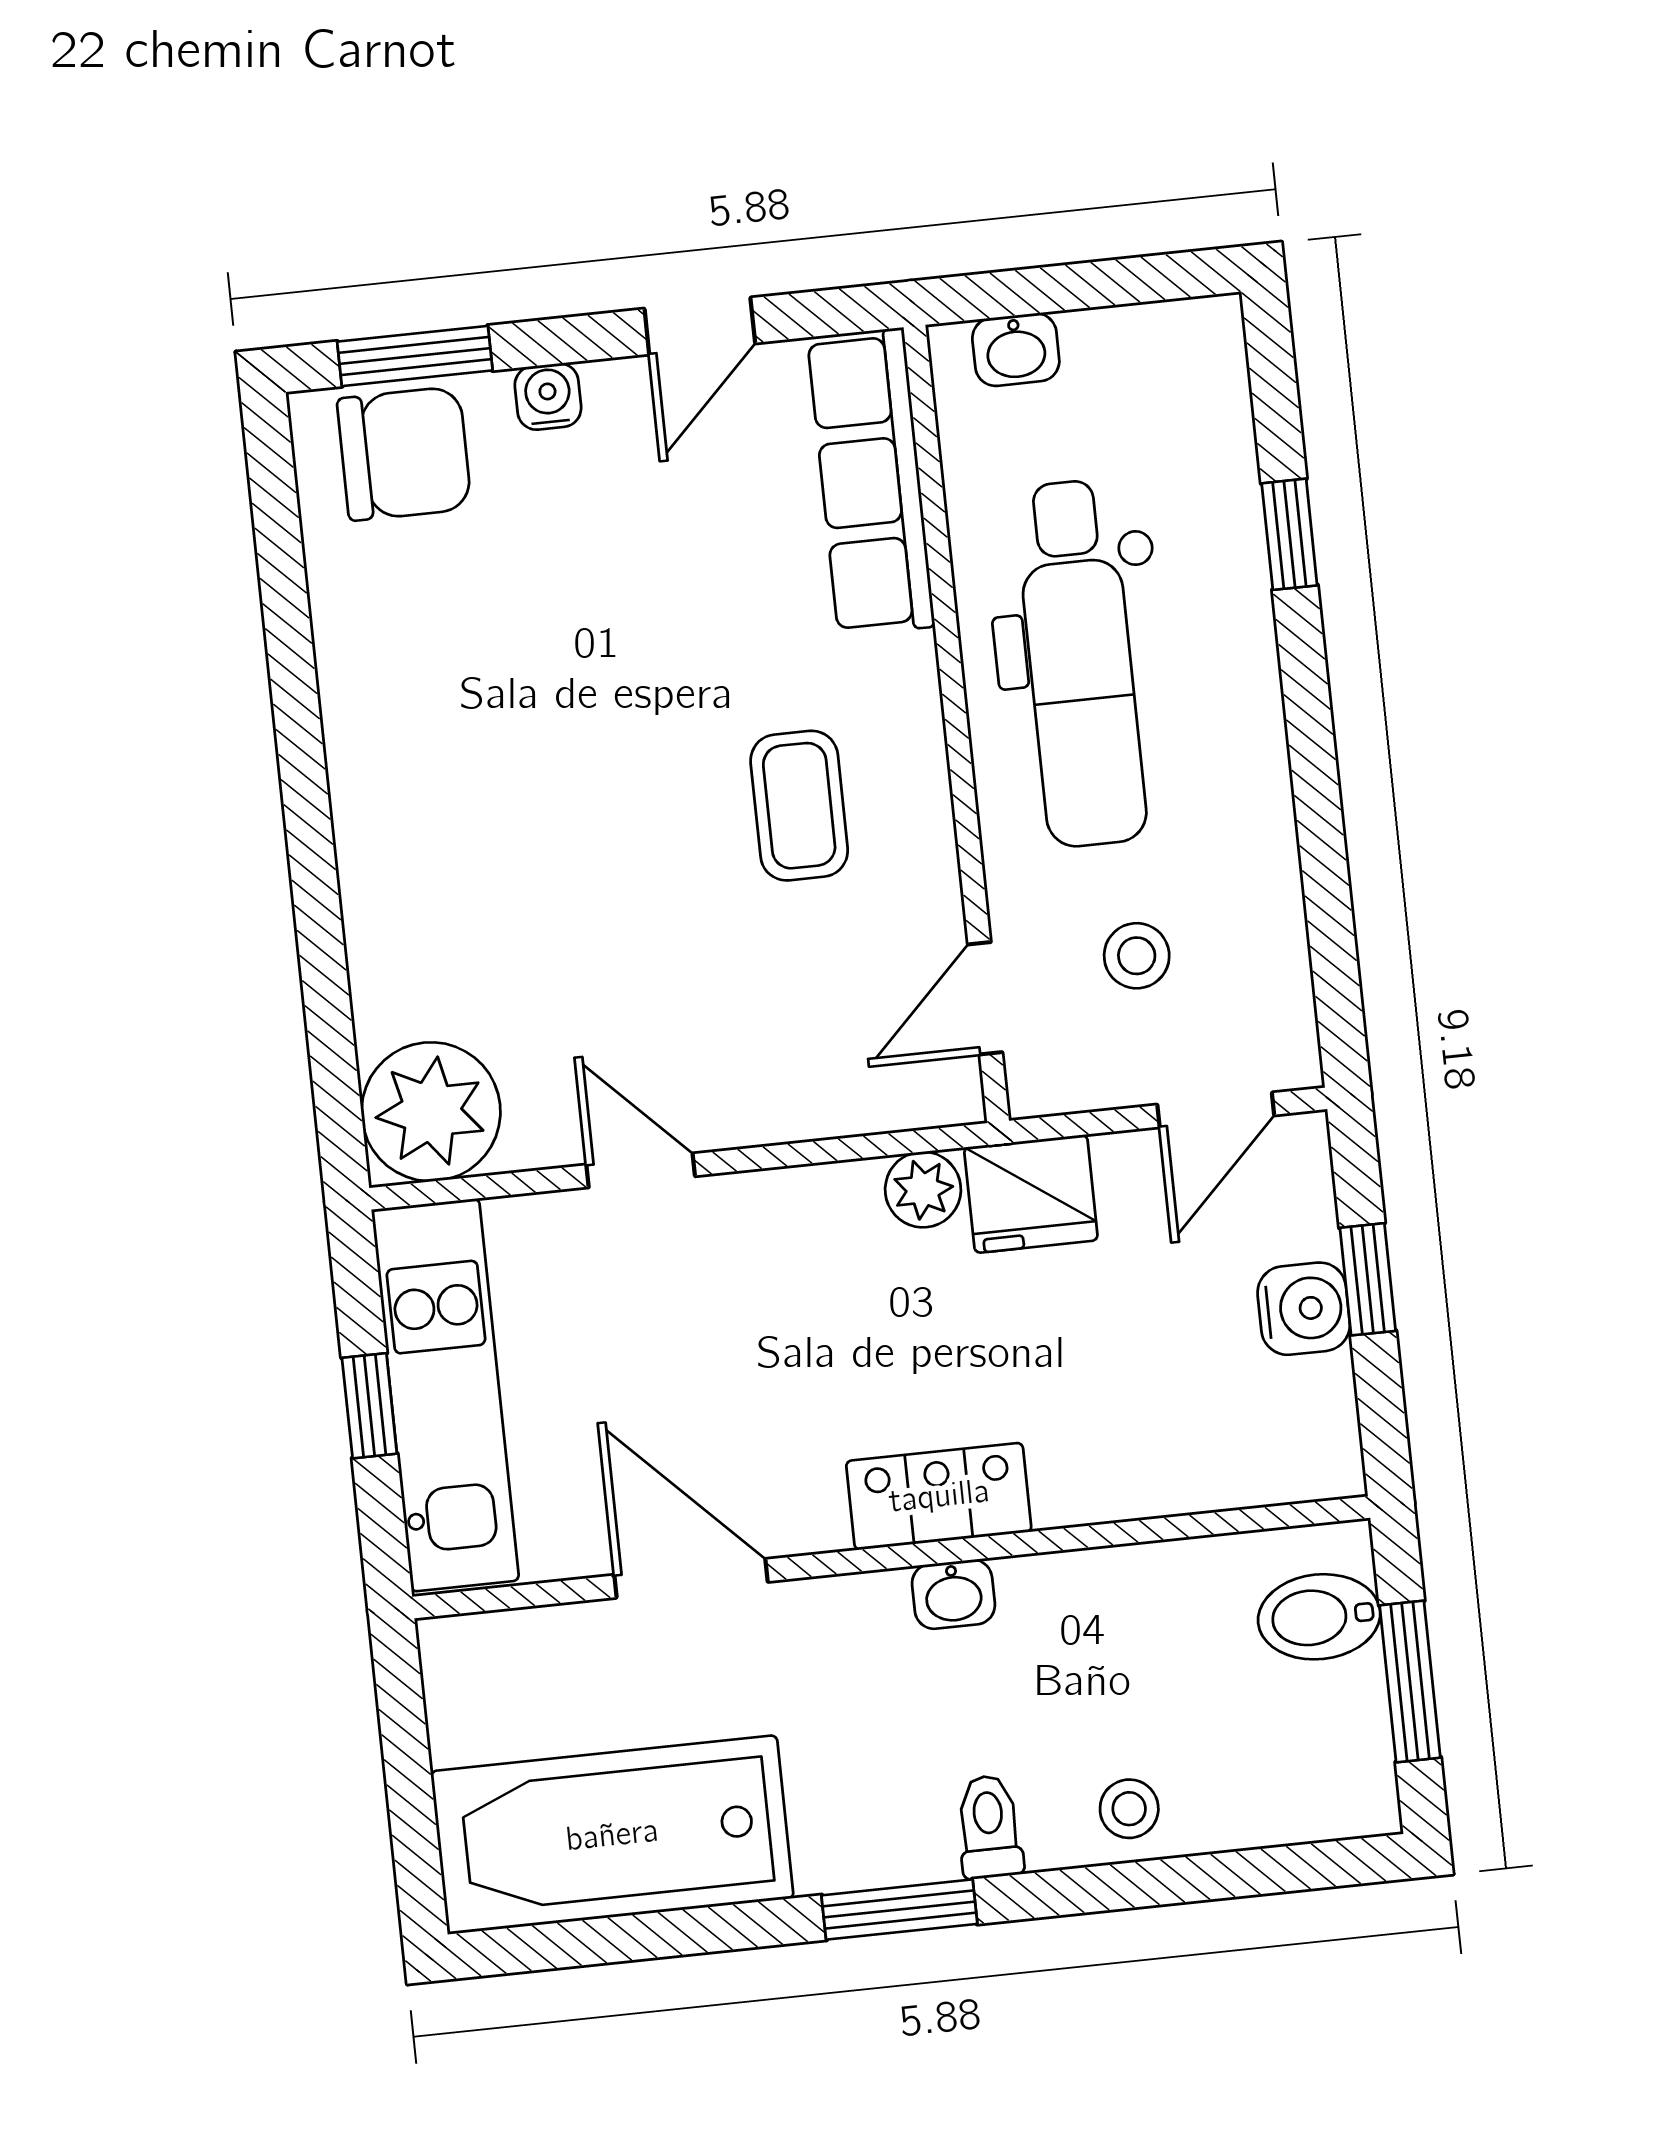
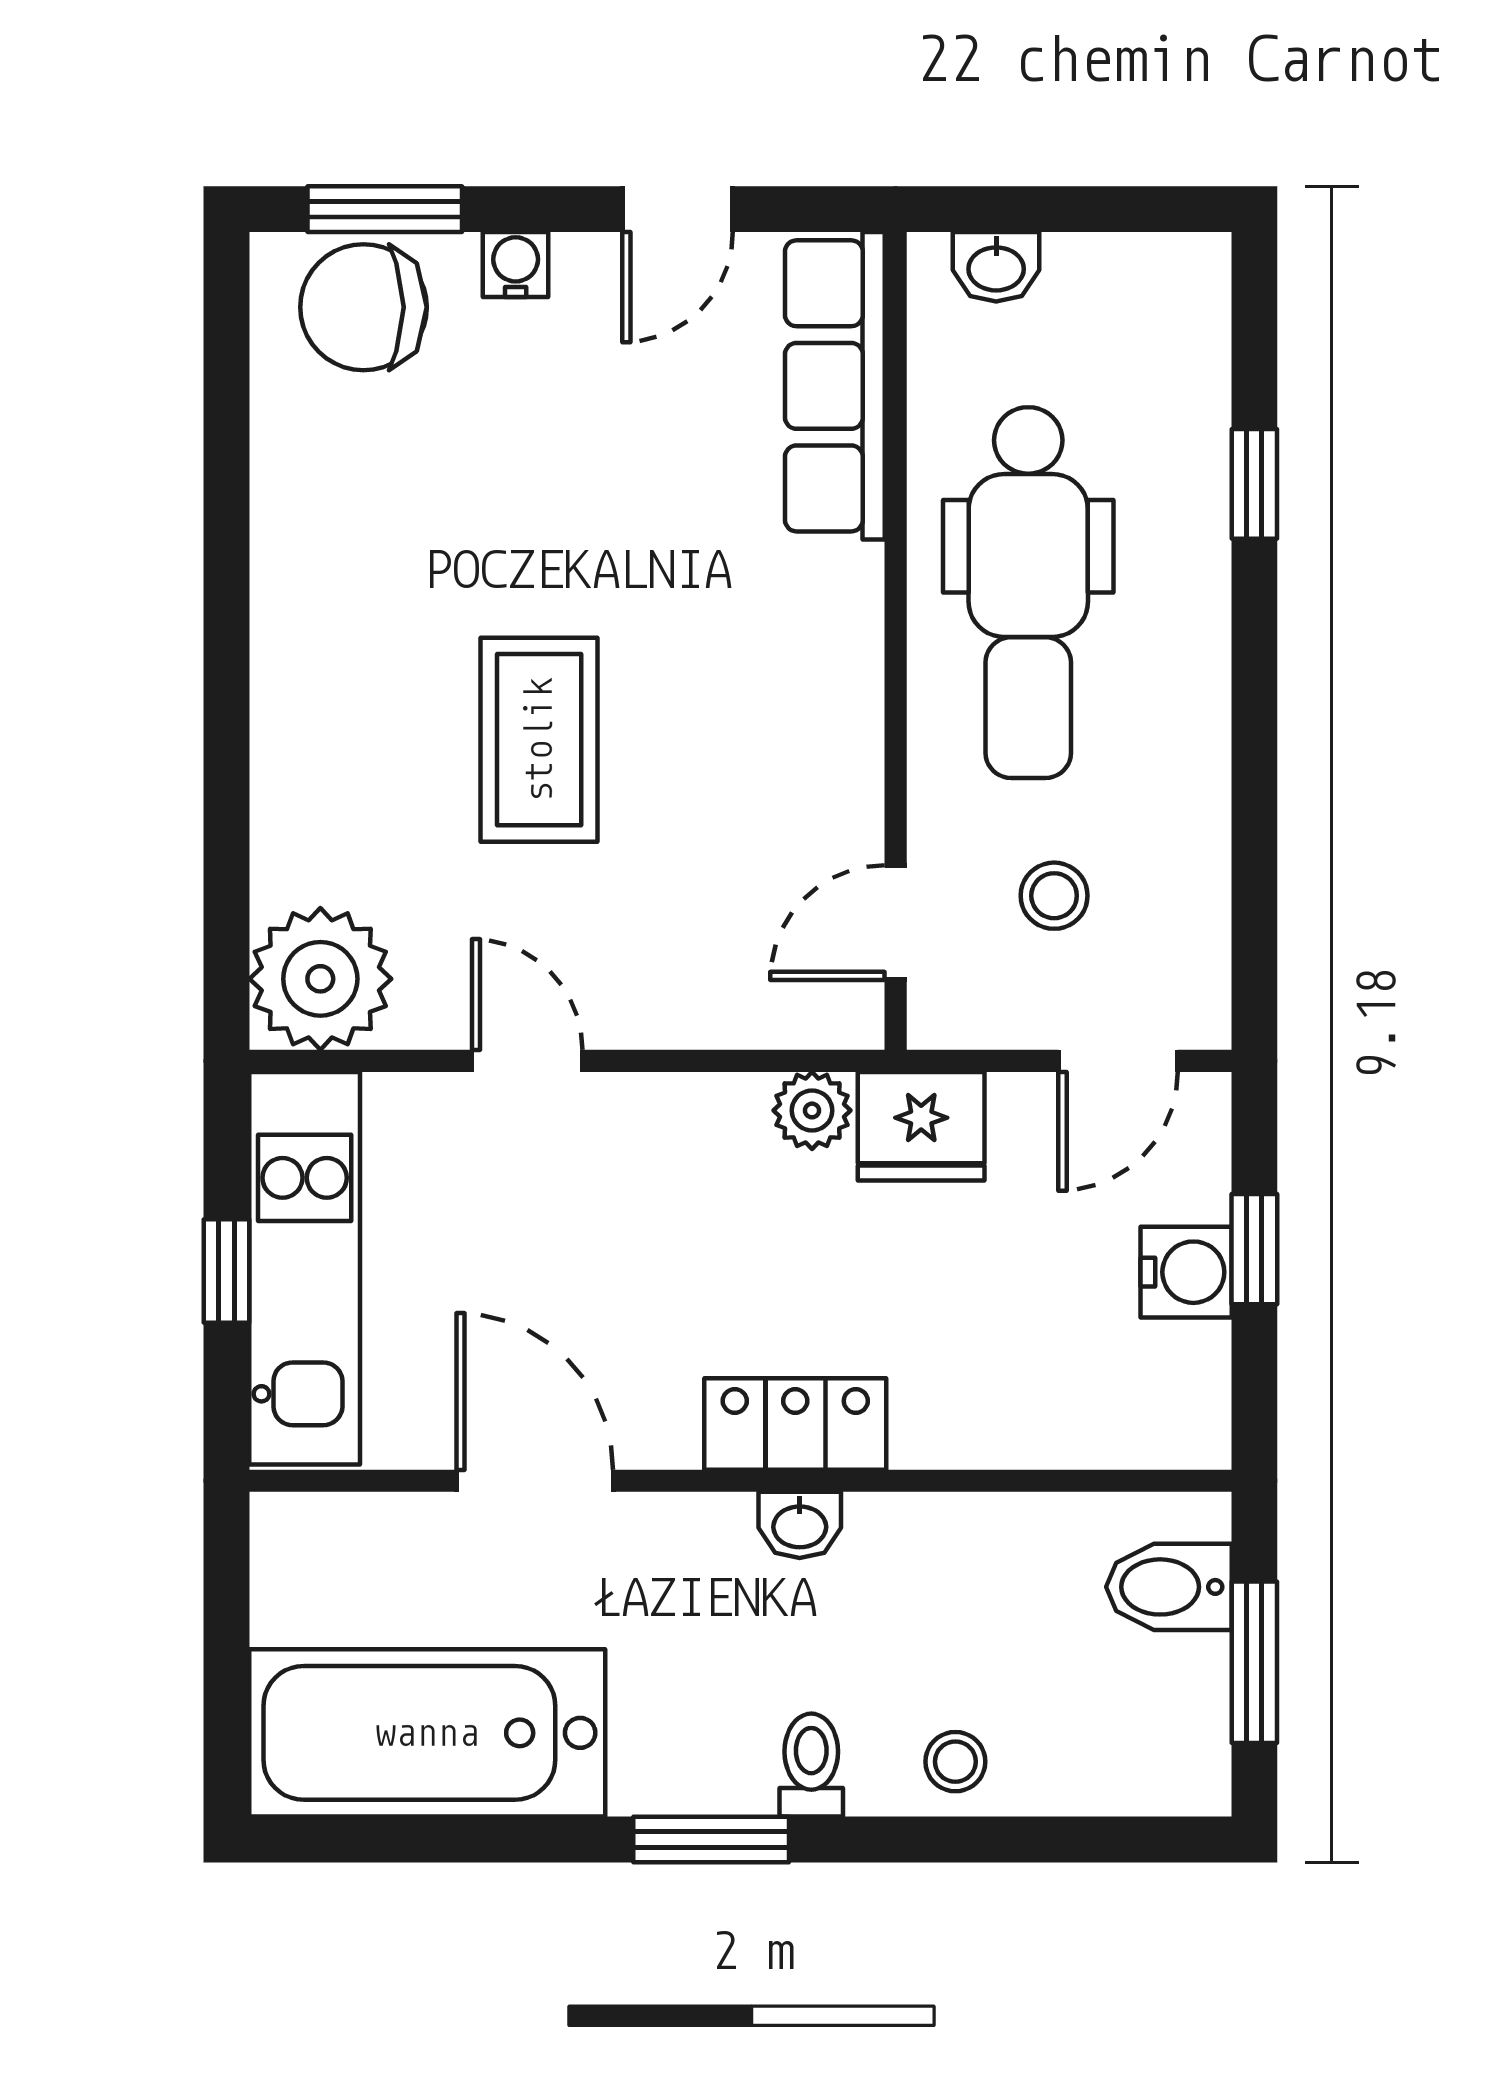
chair: (404, 454) -> (363, 307), turned 180
coffee table: (799, 806) -> (539, 740), moved, width x1.36, depth x1.30

